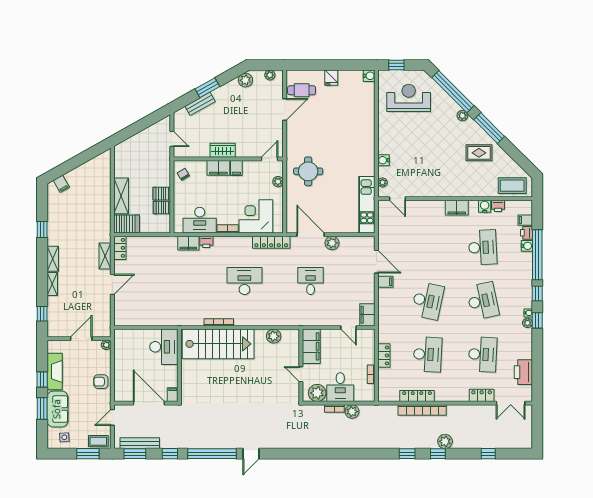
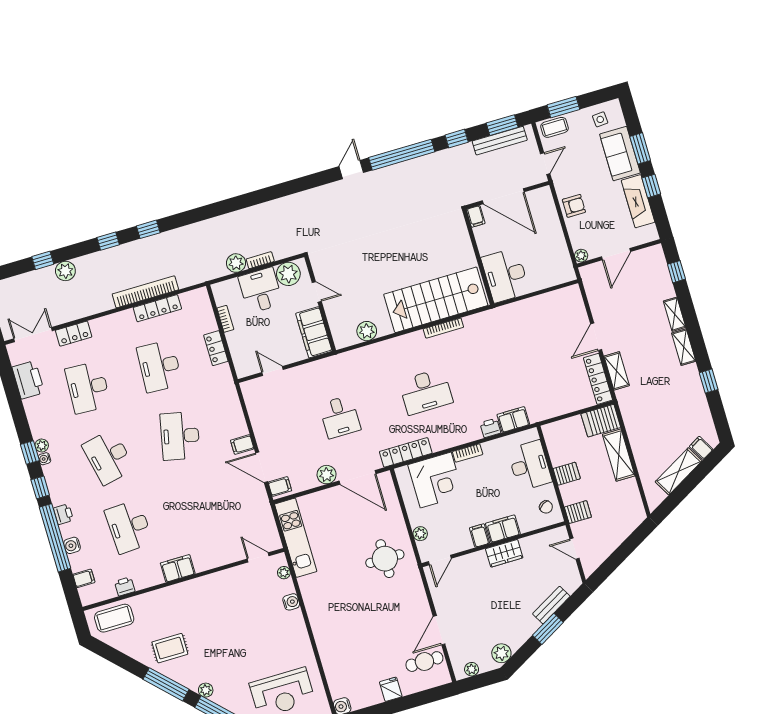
shelving: (82, 172) -> (679, 471), added
water cooler: (485, 206) -> (142, 581), removed
server rack: (162, 208) -> (578, 512), moved
desk: (200, 220) -> (530, 465), moved, turned 90
printer: (526, 233) -> (63, 514), moved
locker: (120, 248) -> (598, 379), width x1.53
filing cabinet: (367, 315) -> (280, 486), moved, width x0.50
plant: (445, 441) -> (65, 271), moved

